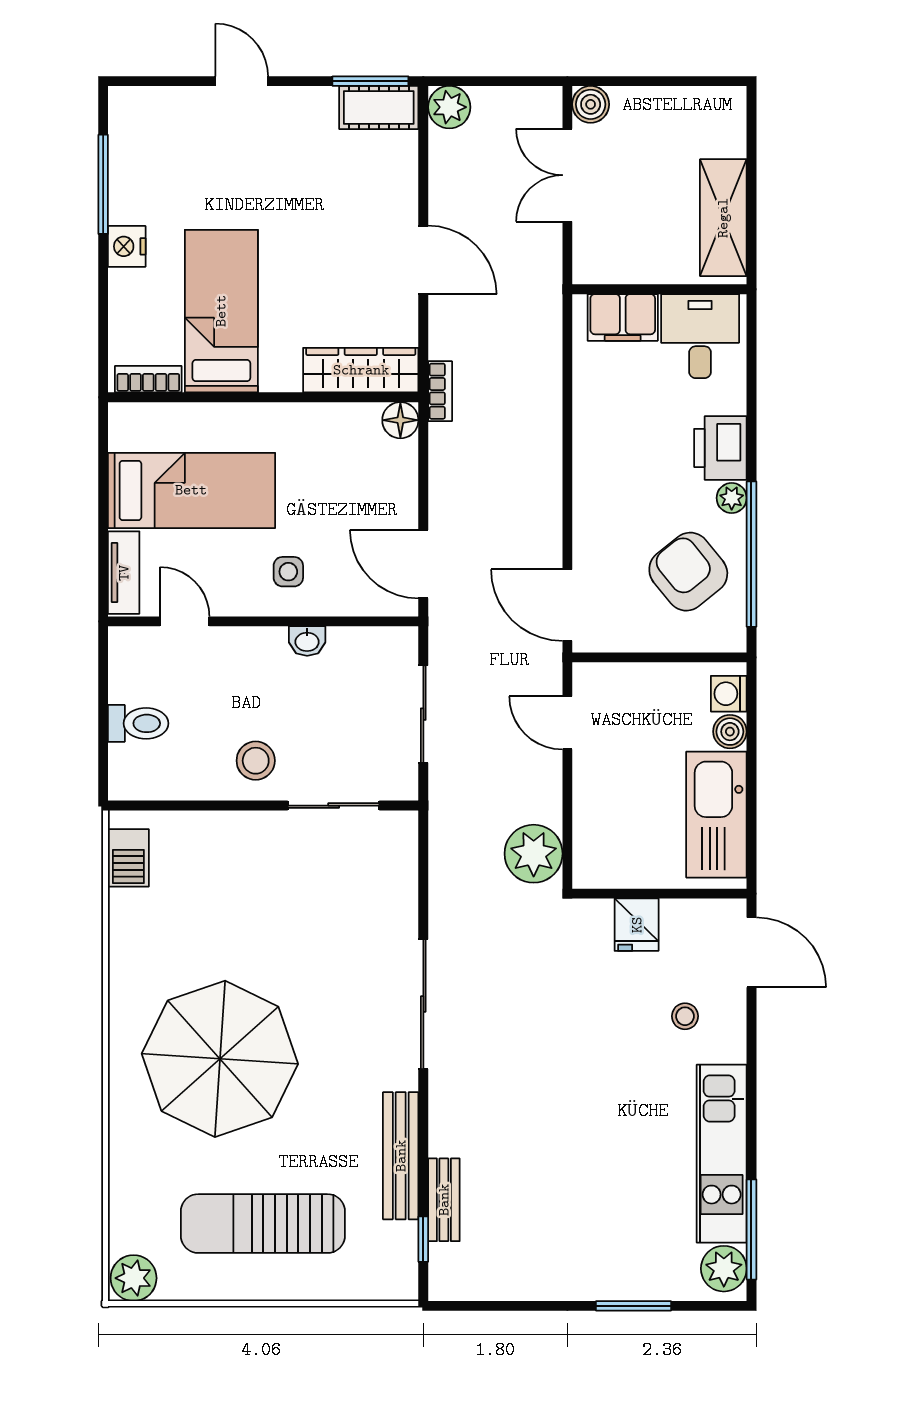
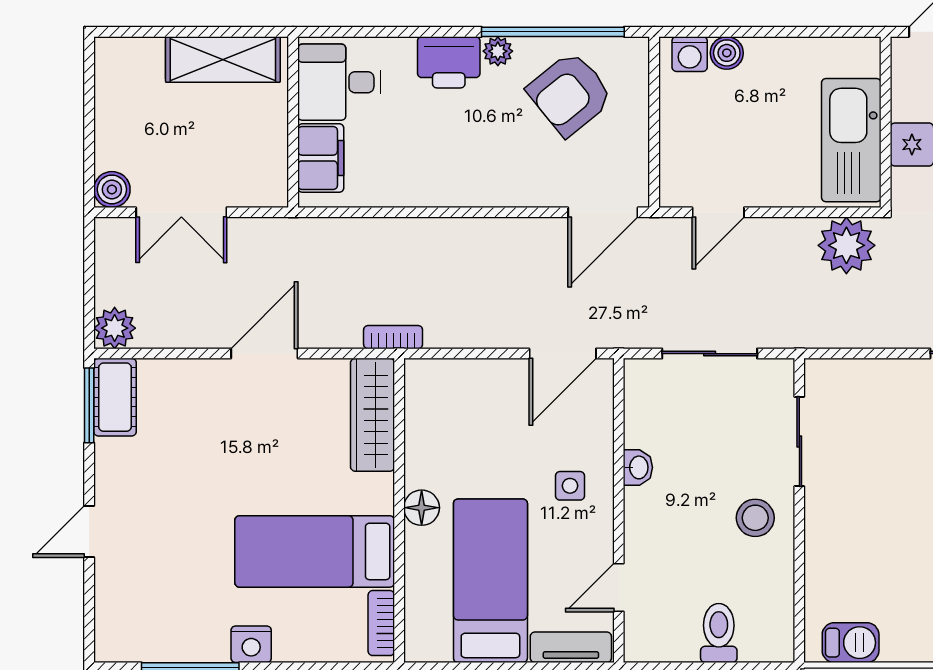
floor lamp: (400, 420) -> (422, 508), moved
kitchen sink: (716, 815) -> (851, 140), moved, turned 90

